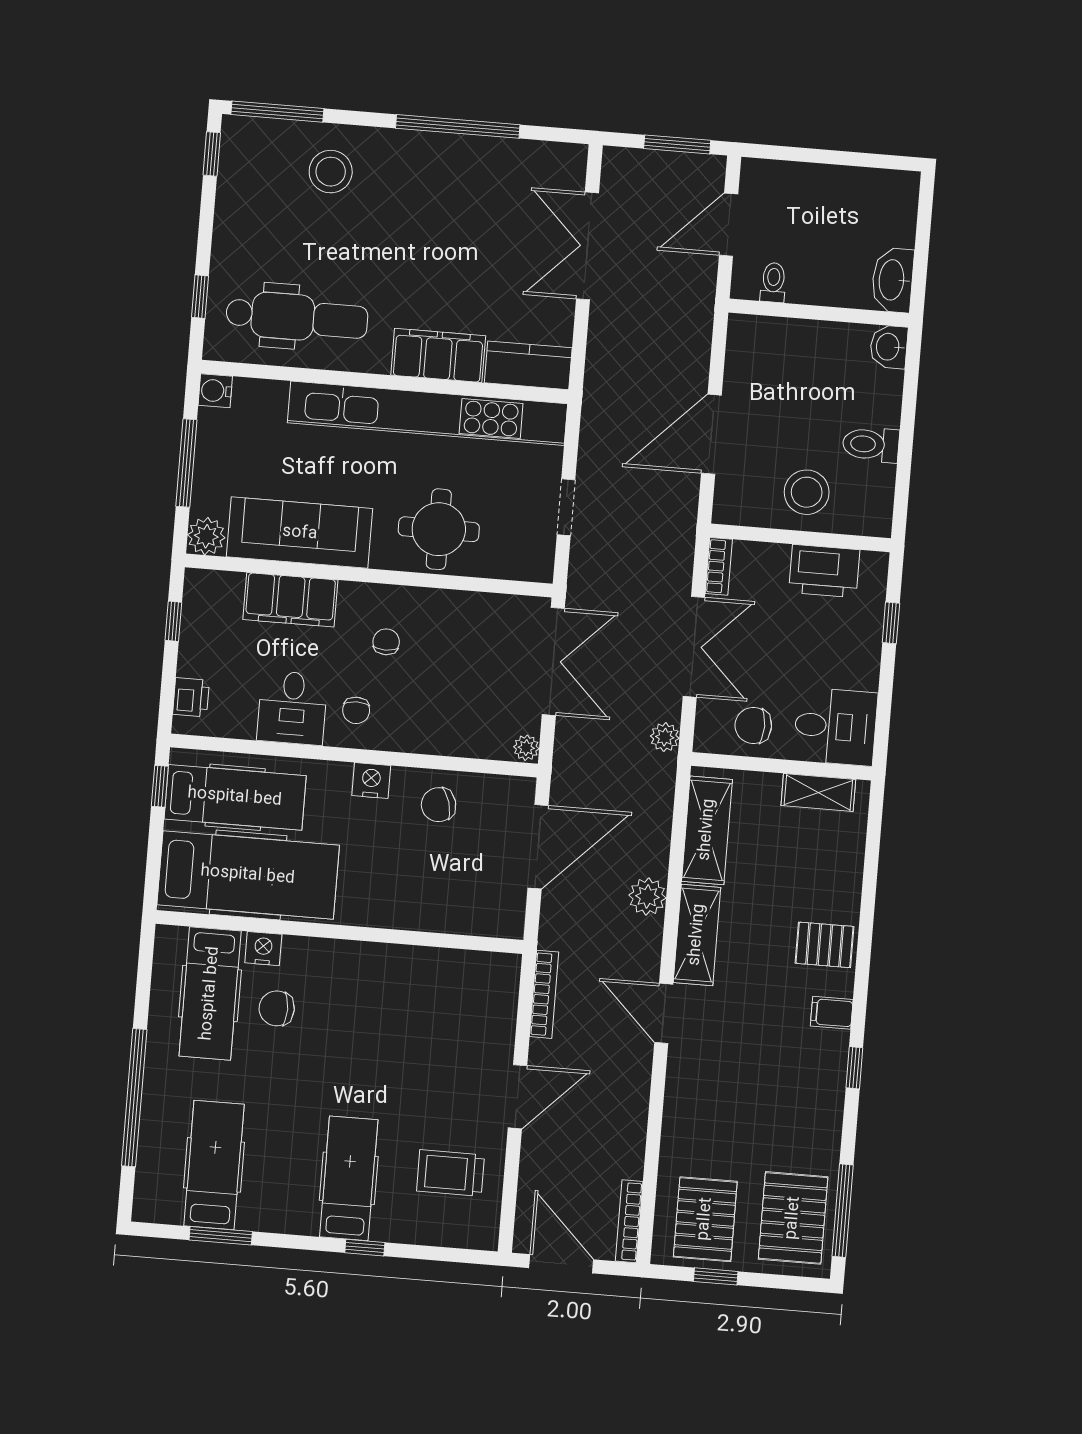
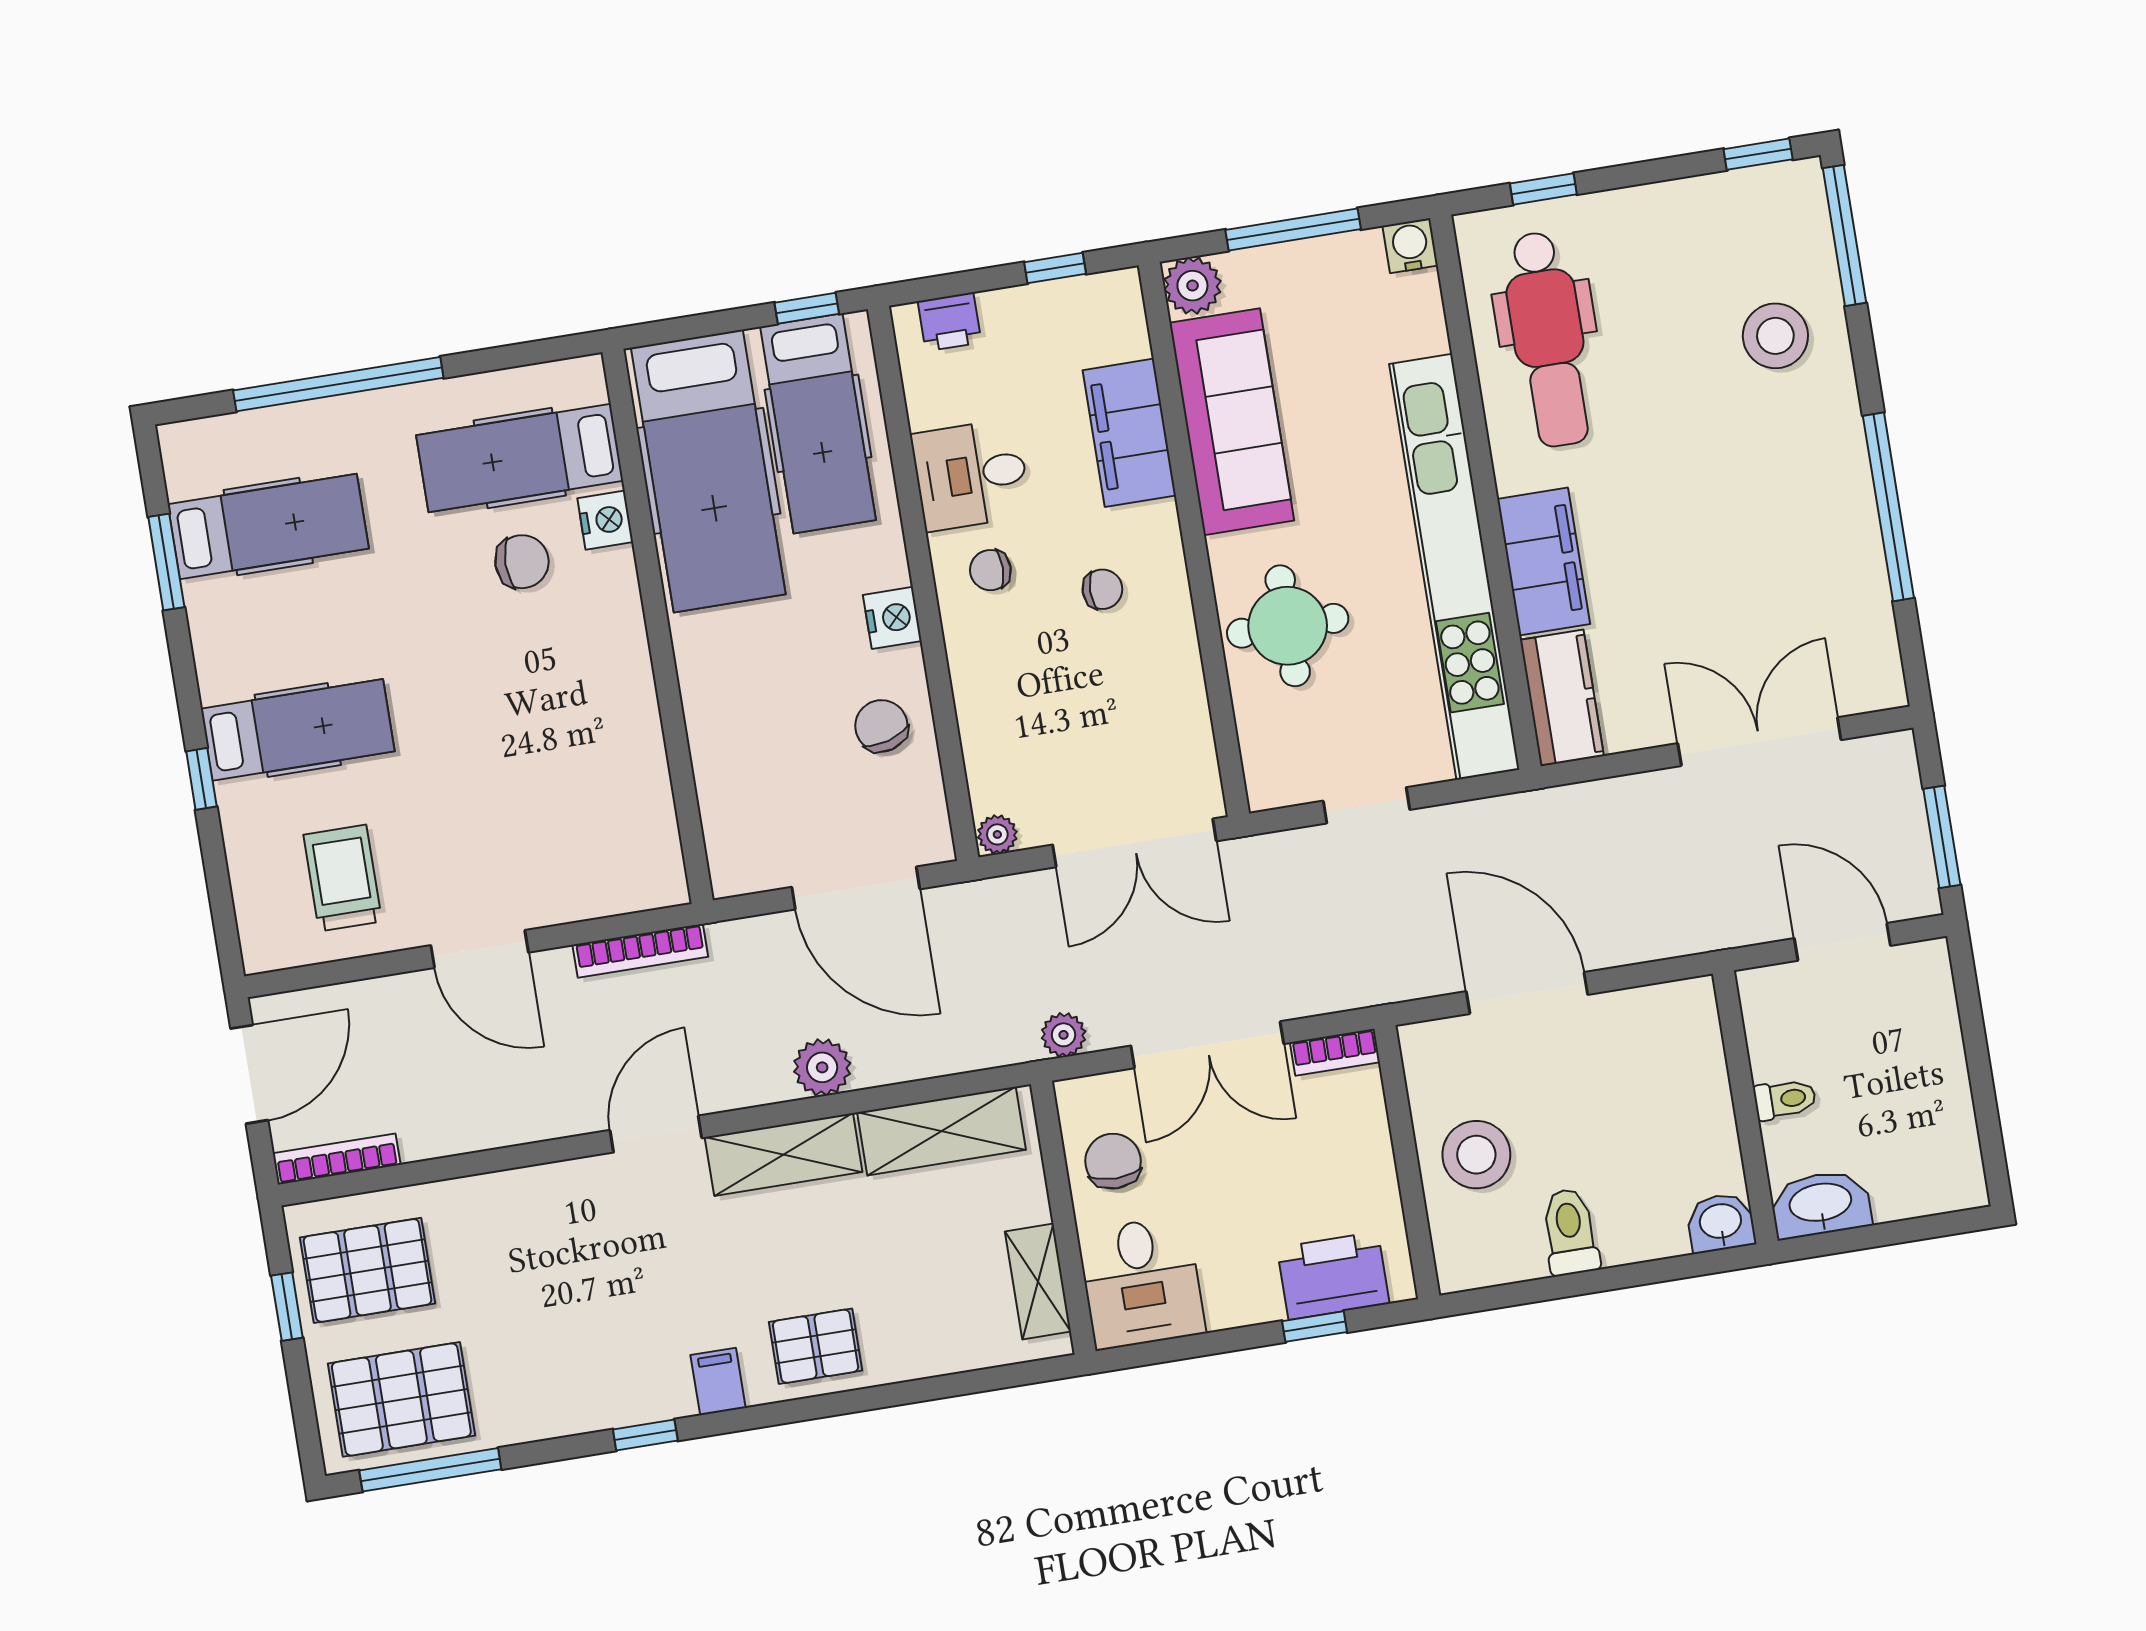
toilet: (773, 282) -> (1785, 1099), moved
printer: (824, 571) -> (1333, 1276), moved, turned 90
pallet: (825, 945) -> (815, 1346), turned 90
chair: (277, 1008) -> (522, 562), turned 90

